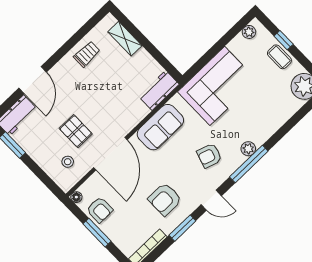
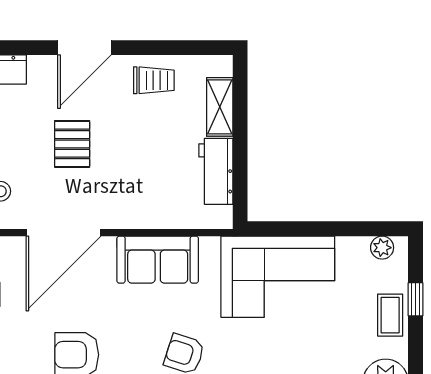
door: (33, 80) -> (84, 48), moved
workbench: (159, 90) -> (216, 171), moved, turned -90
pallet: (76, 131) -> (72, 144), moved

